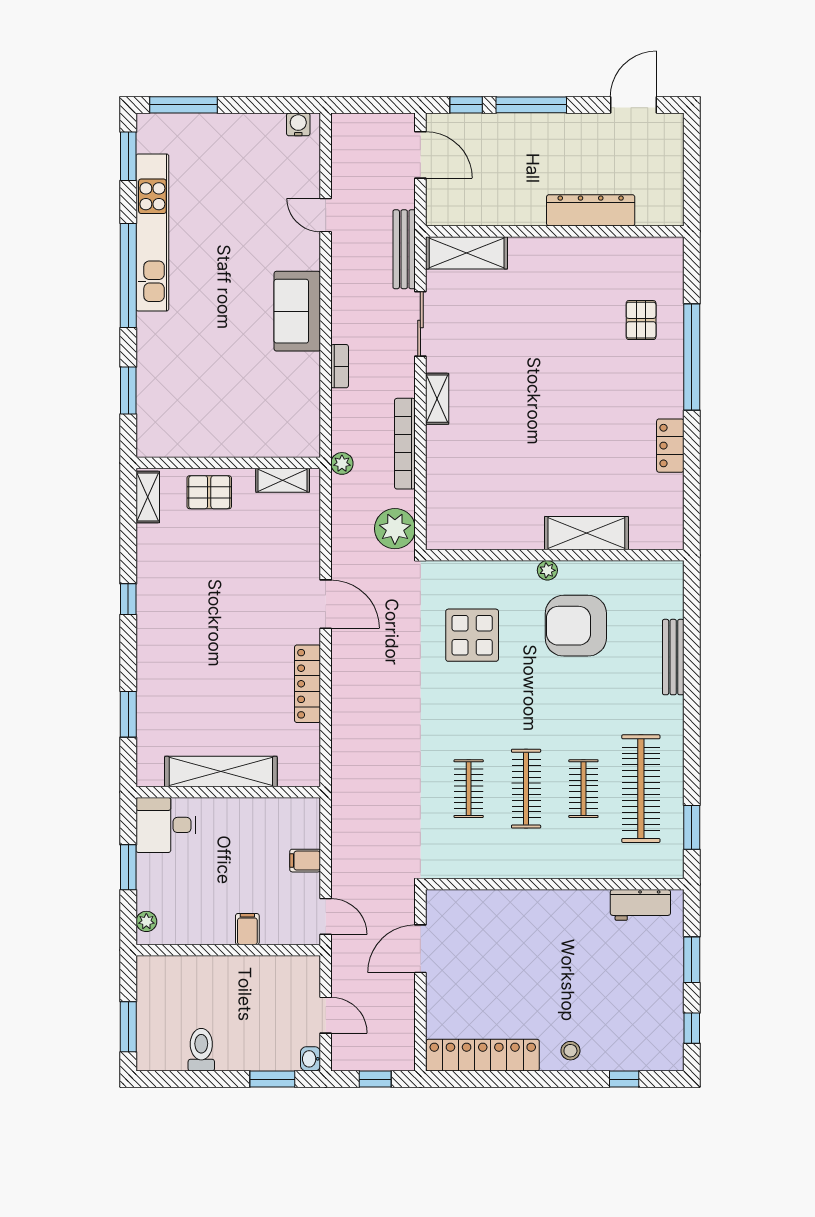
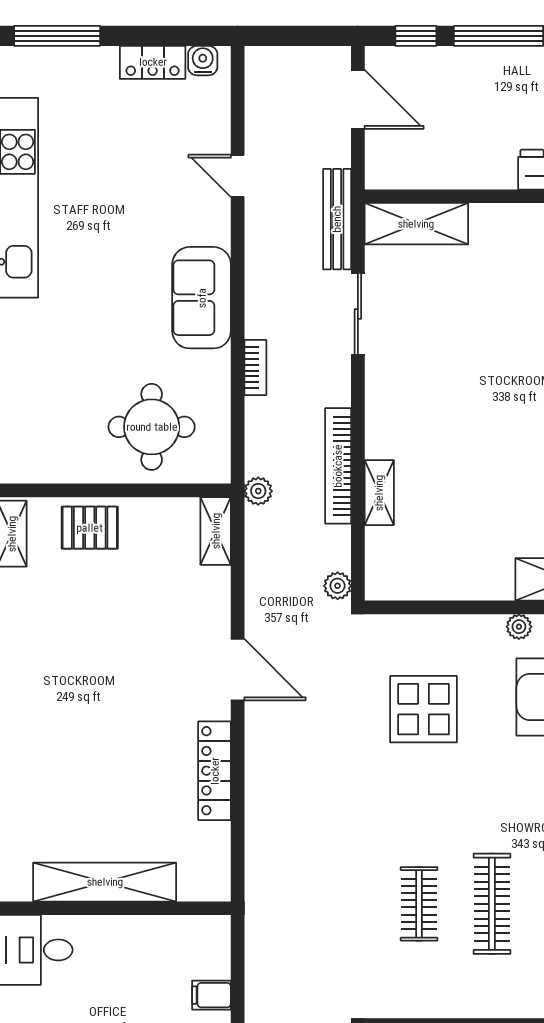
locker: (259, 126) -> (153, 62), added
shelving: (437, 399) -> (379, 493), moved
round table: (258, 413) -> (152, 427), added
shelving: (283, 480) -> (216, 531), moved, turned 90
plant: (395, 529) -> (338, 586), width x0.53, depth x0.53

